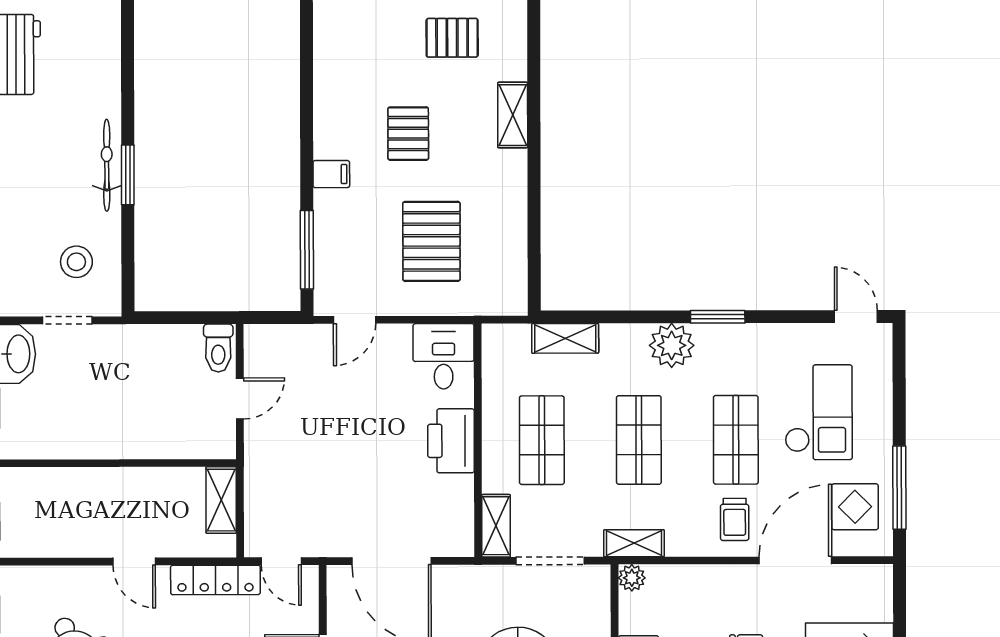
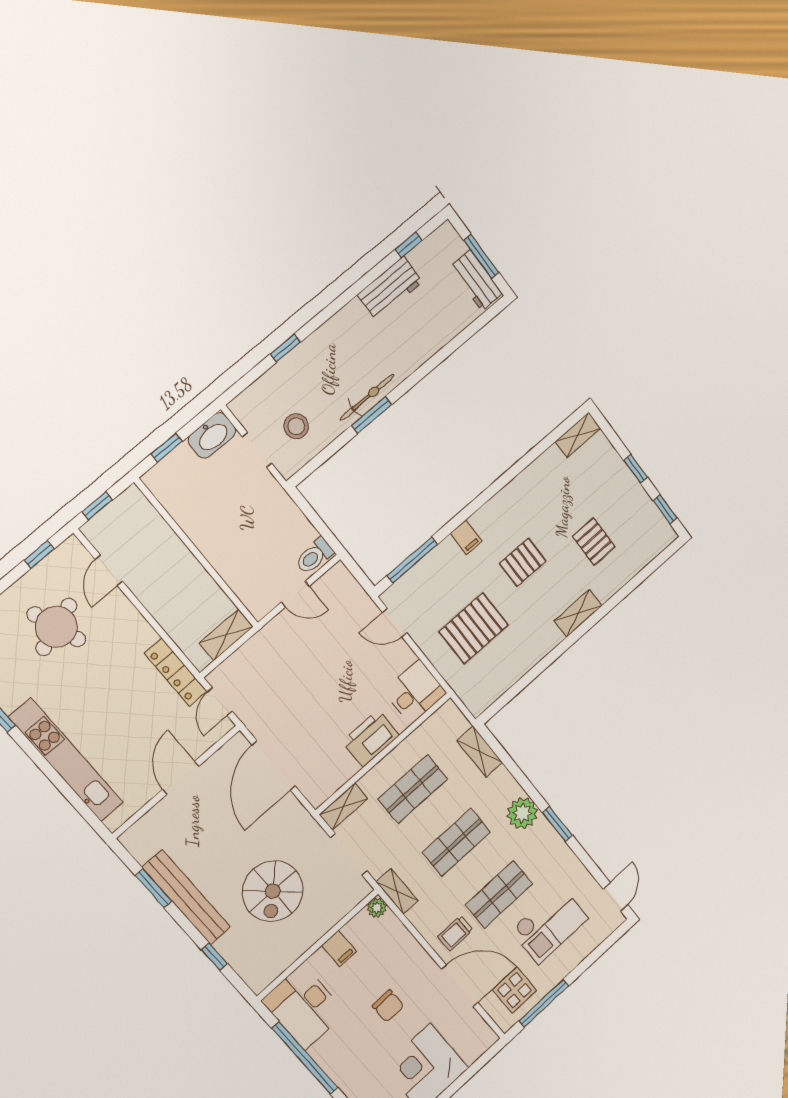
door: (134, 561) -> (109, 570), moved

